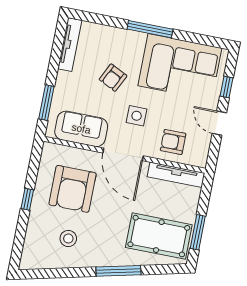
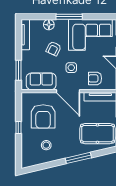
floor lamp: (113, 36) -> (49, 25), added

